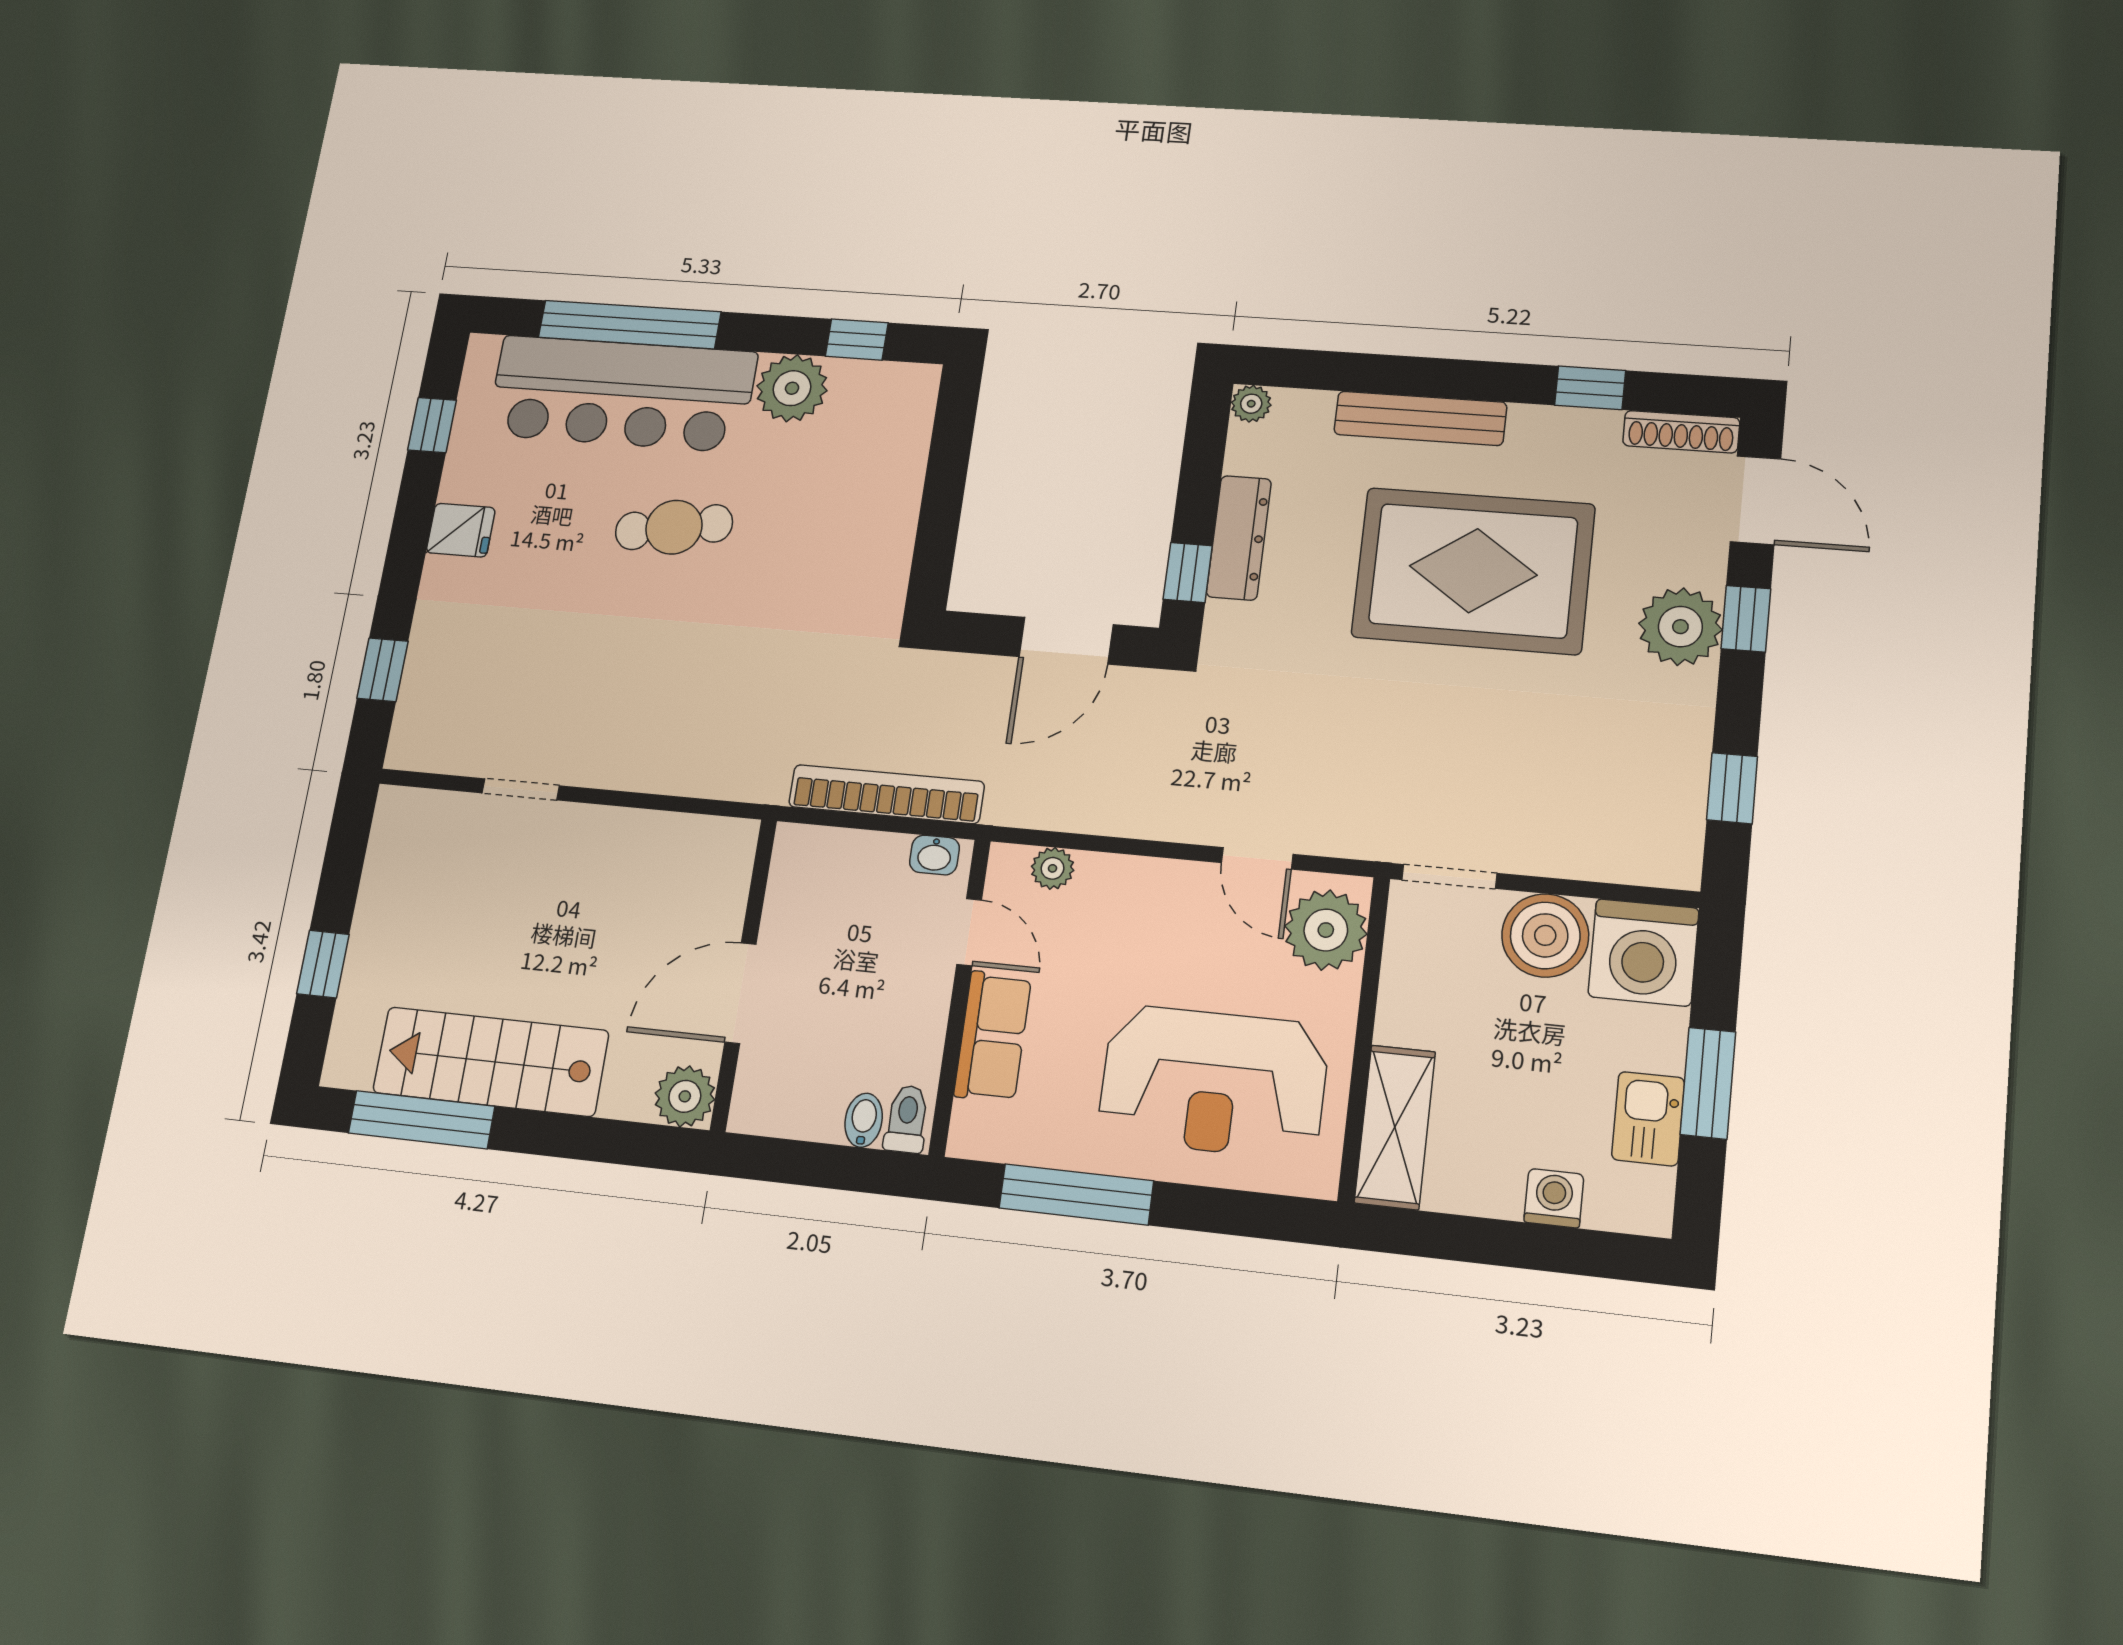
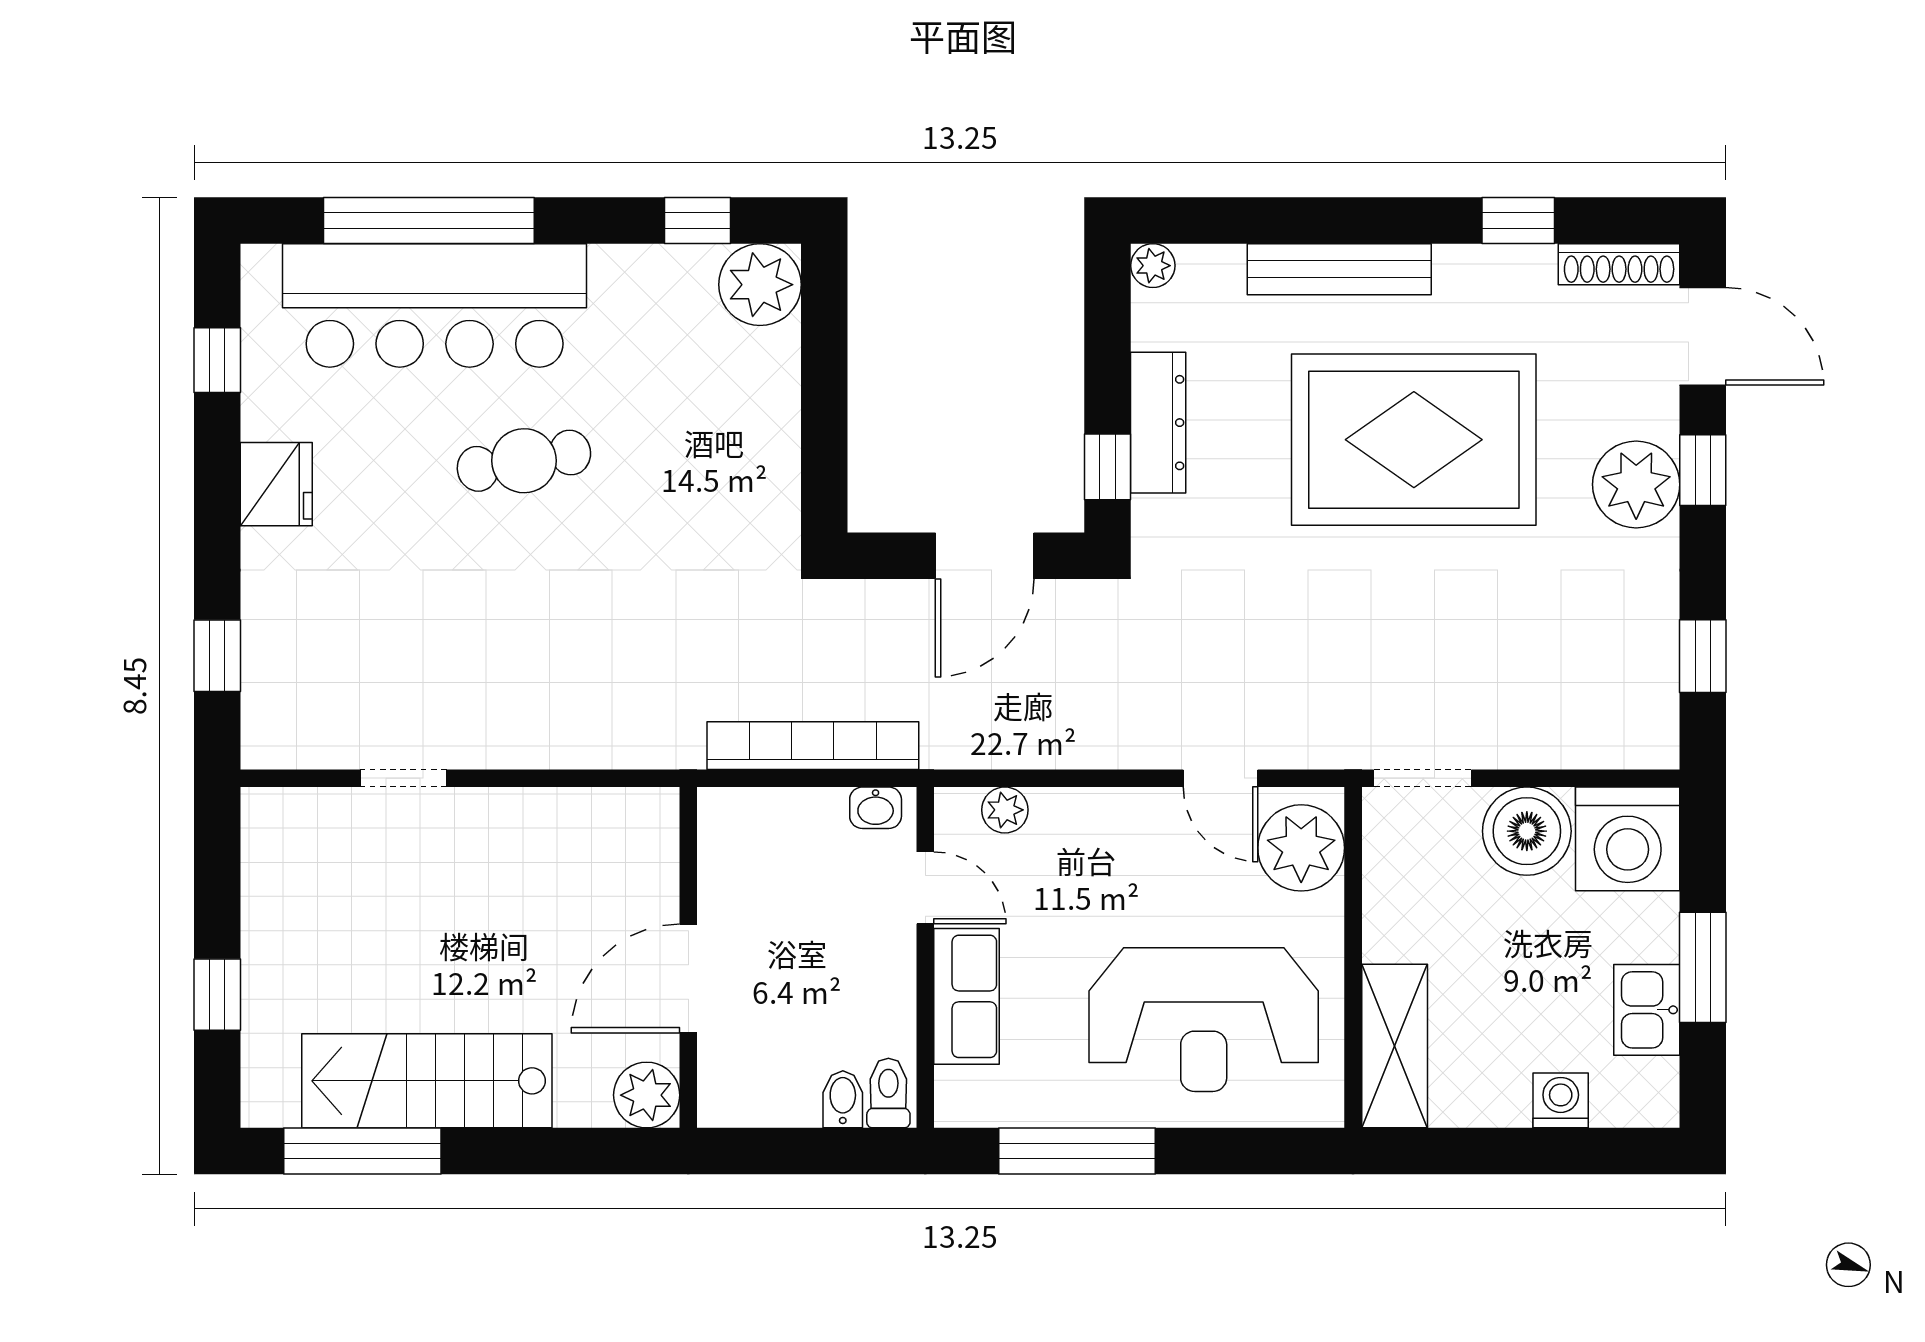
plant: (792, 388) -> (760, 285), moved
fridge: (461, 530) -> (276, 484), width x1.38

